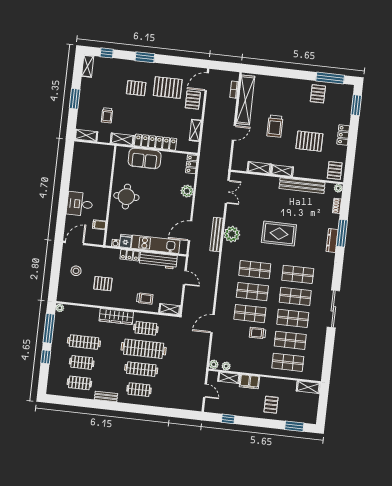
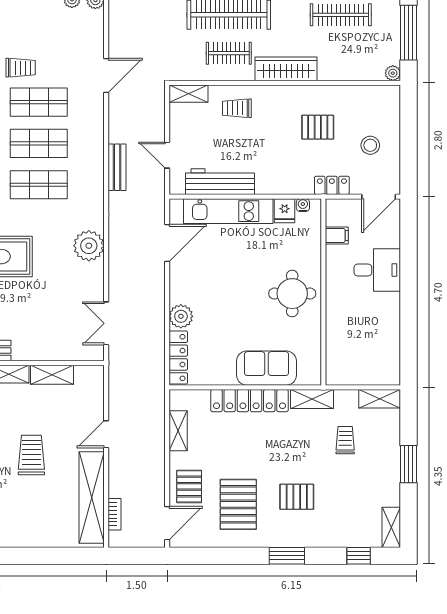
pallet: (168, 88) -> (238, 504), turned 90
locker: (191, 164) -> (178, 358), width x1.53
bench: (217, 234) -> (117, 167), moved, width x0.73
locker: (130, 255) -> (332, 185), moved

